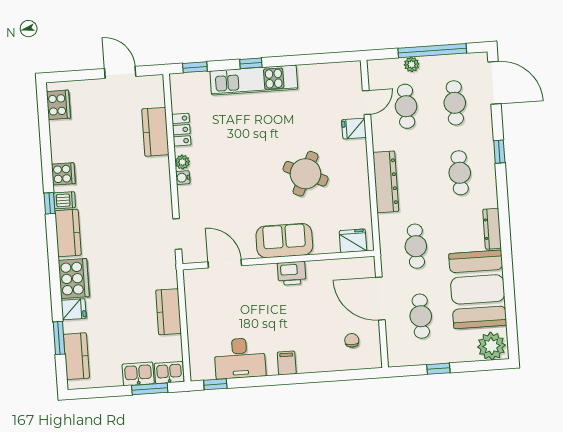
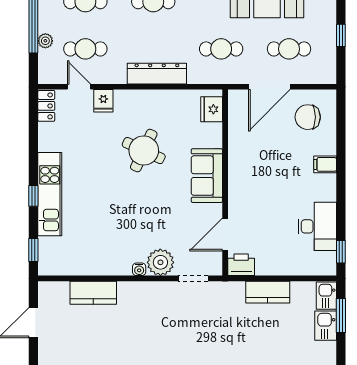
locker: (181, 130) -> (46, 106), moved, turned 90
plant: (182, 162) -> (160, 262), moved, width x1.88, depth x1.88
printer: (292, 273) -> (241, 265), moved, turned -90
chair: (352, 340) -> (308, 117), width x1.87, depth x1.87
filing cabinet: (287, 363) -> (325, 164), moved

